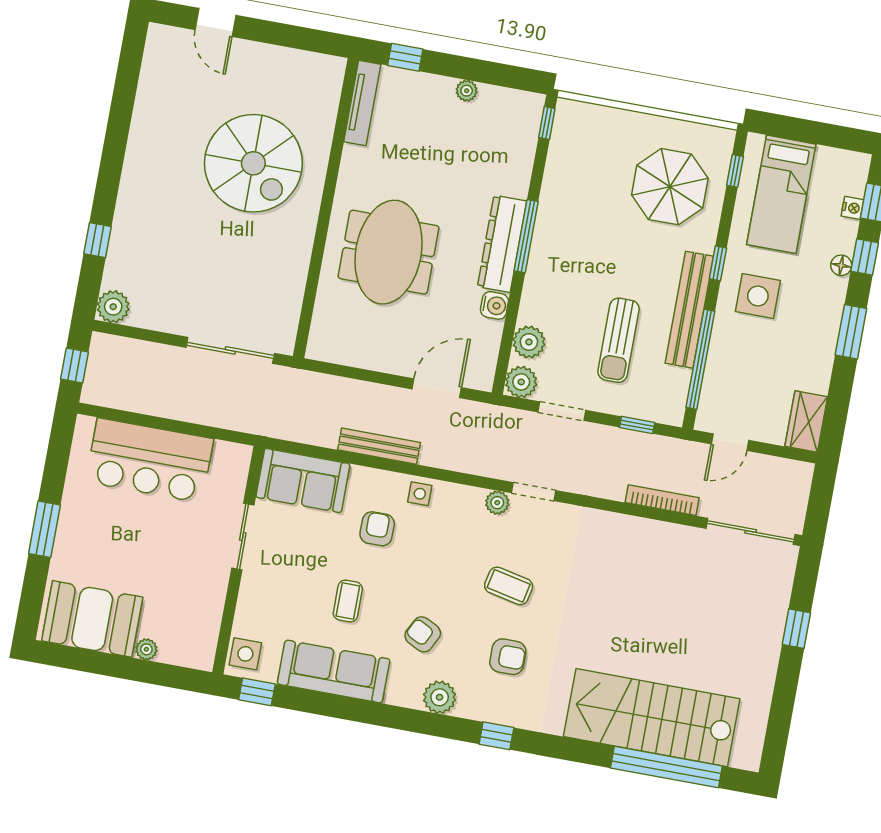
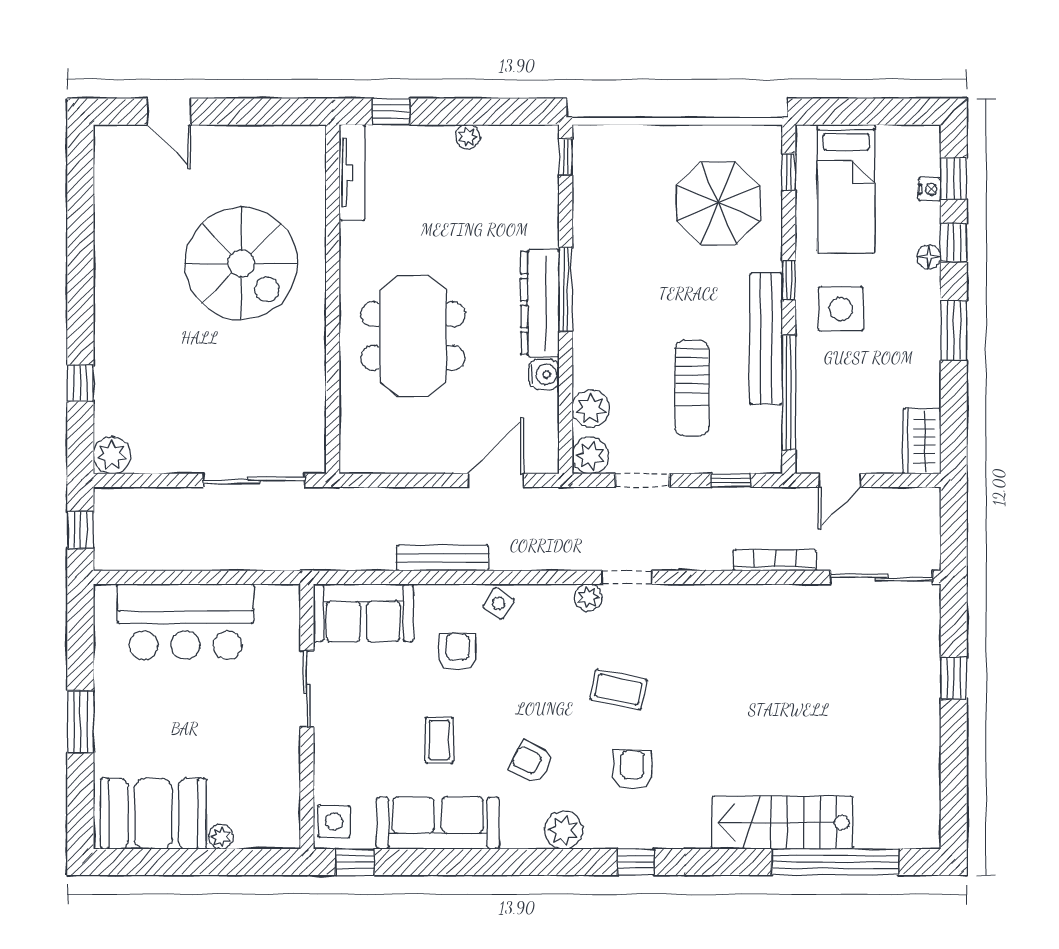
side table: (420, 494) -> (499, 603), turned 33
armchair: (508, 657) -> (632, 770), turned -90
stairs: (652, 718) -> (783, 822), width x0.73, depth x0.66

